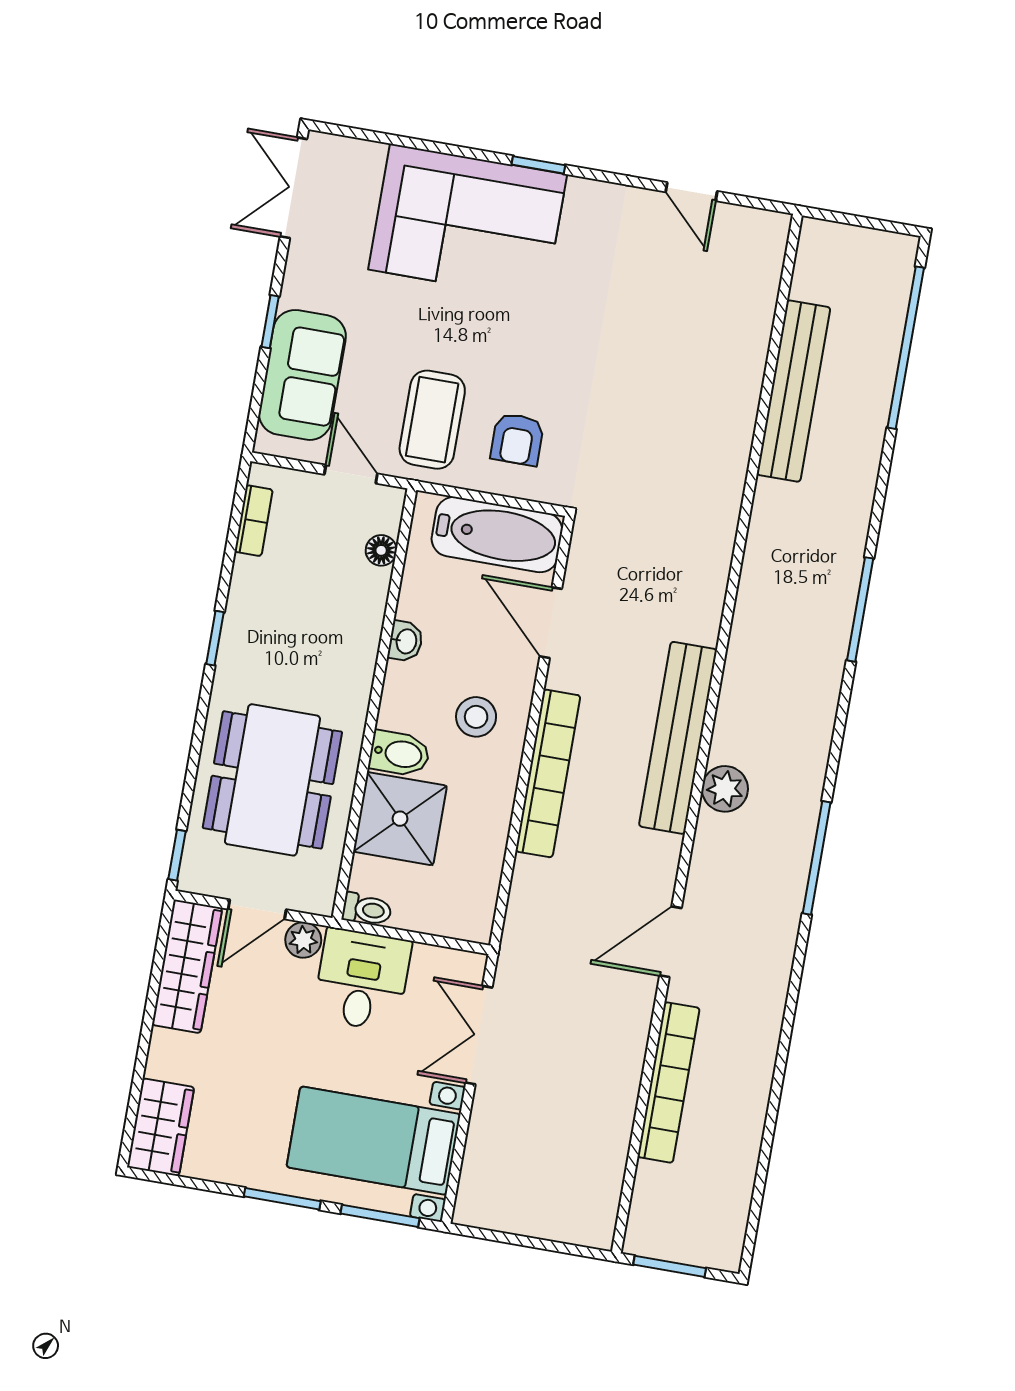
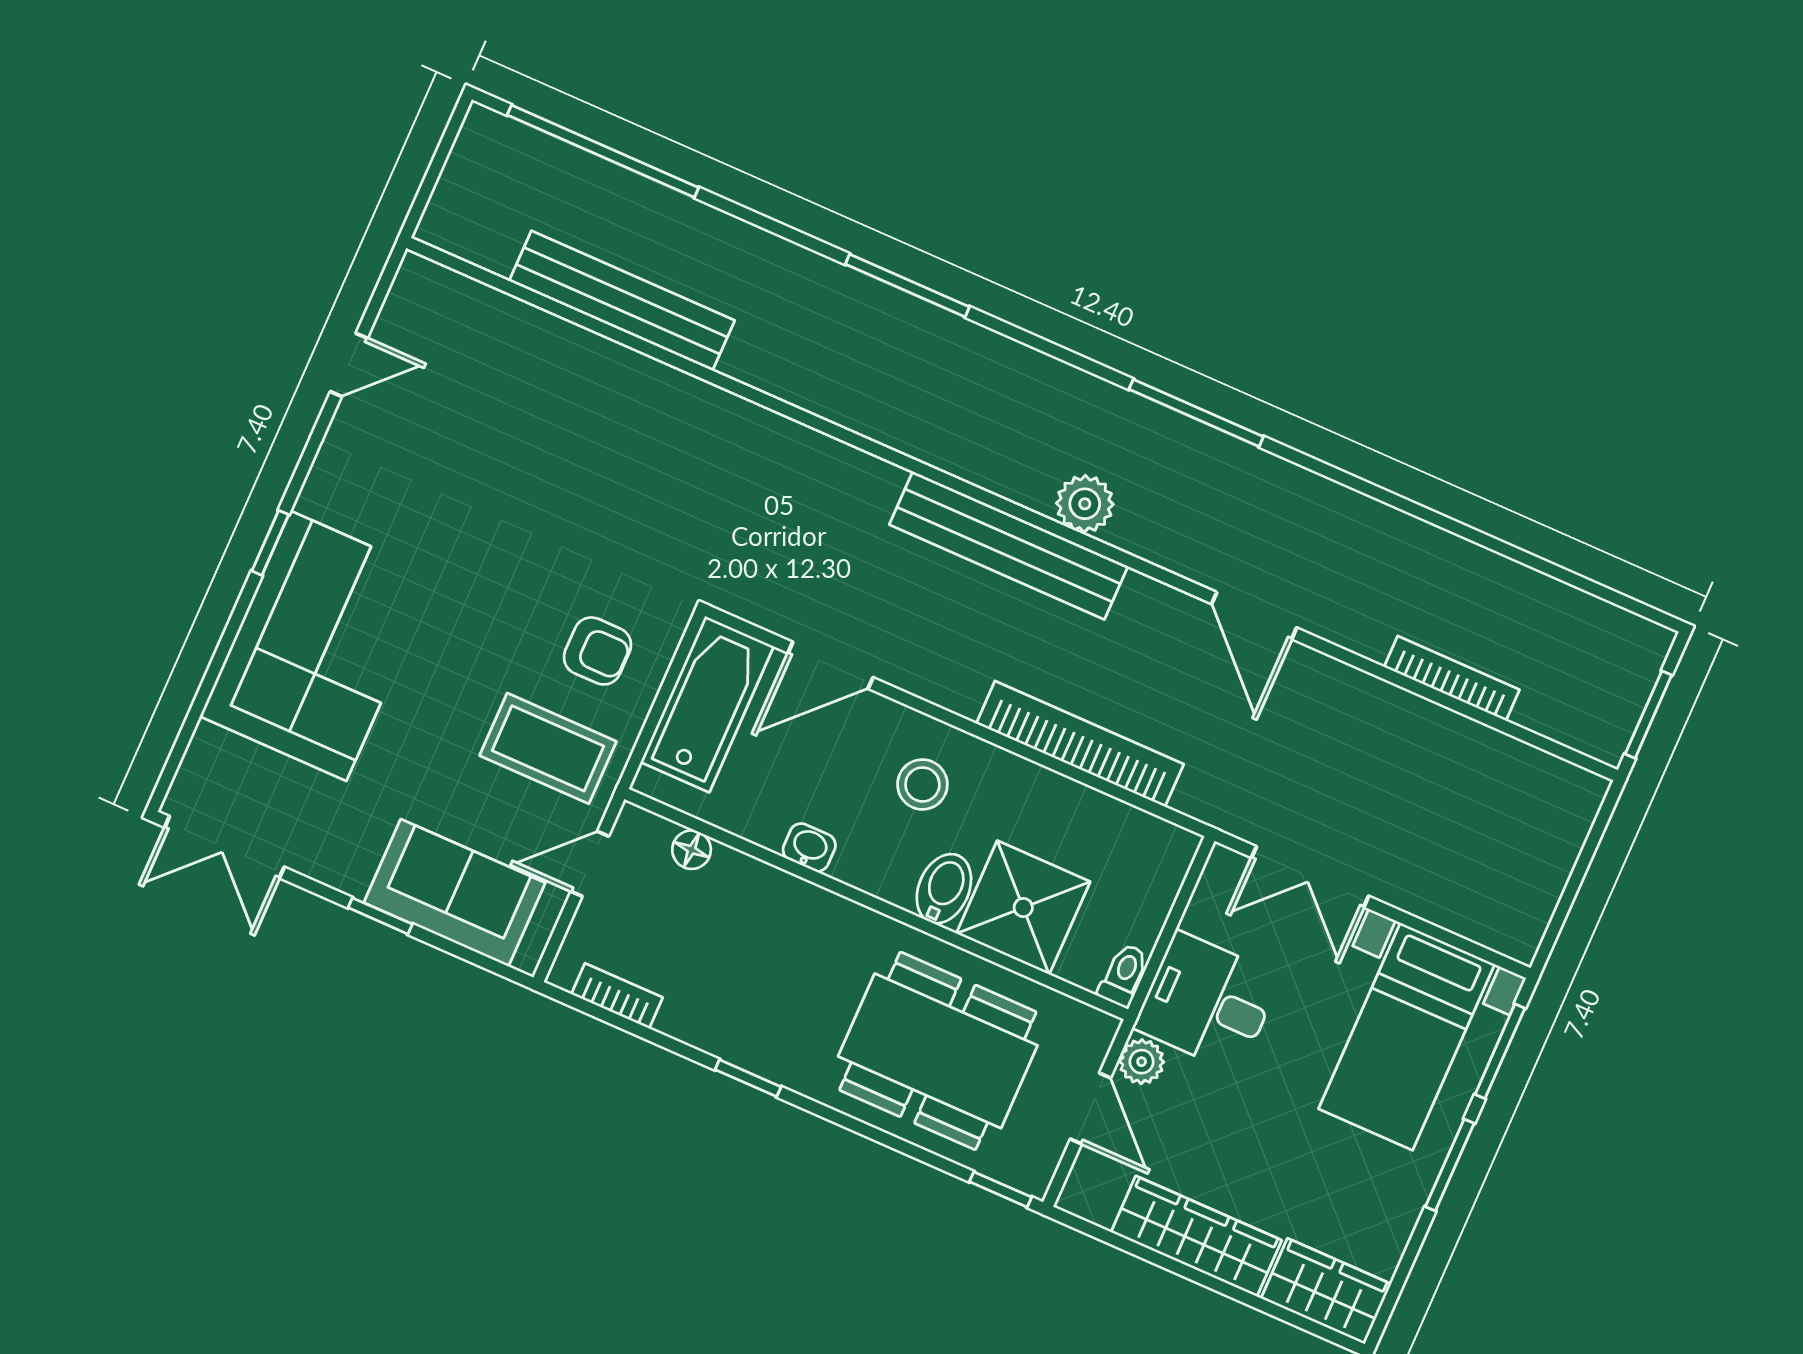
bookcase: (548, 773) -> (1080, 744), moved
wardrobe: (187, 966) -> (1196, 1236), moved
bookcase: (669, 1082) -> (1452, 678), width x0.68, depth x0.76

